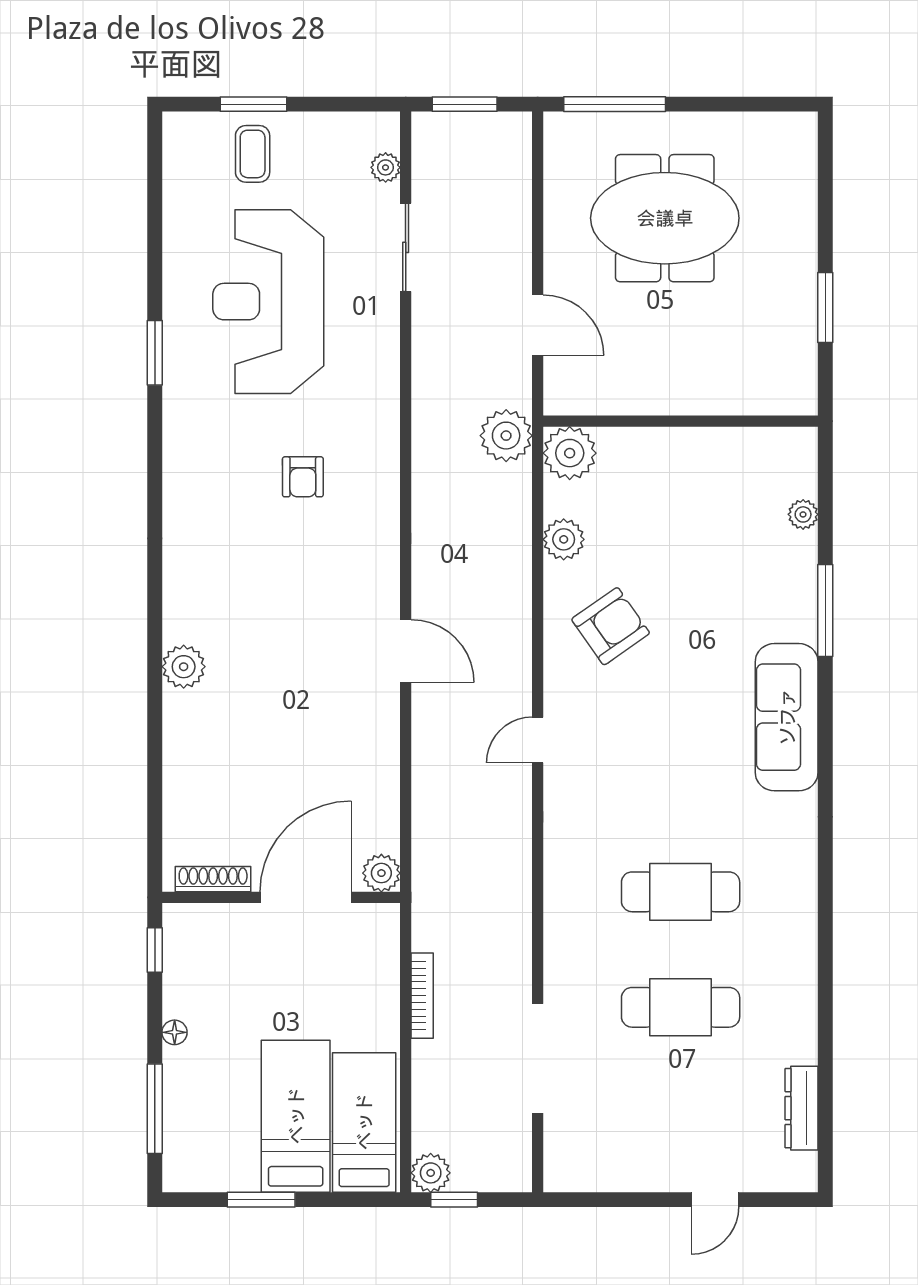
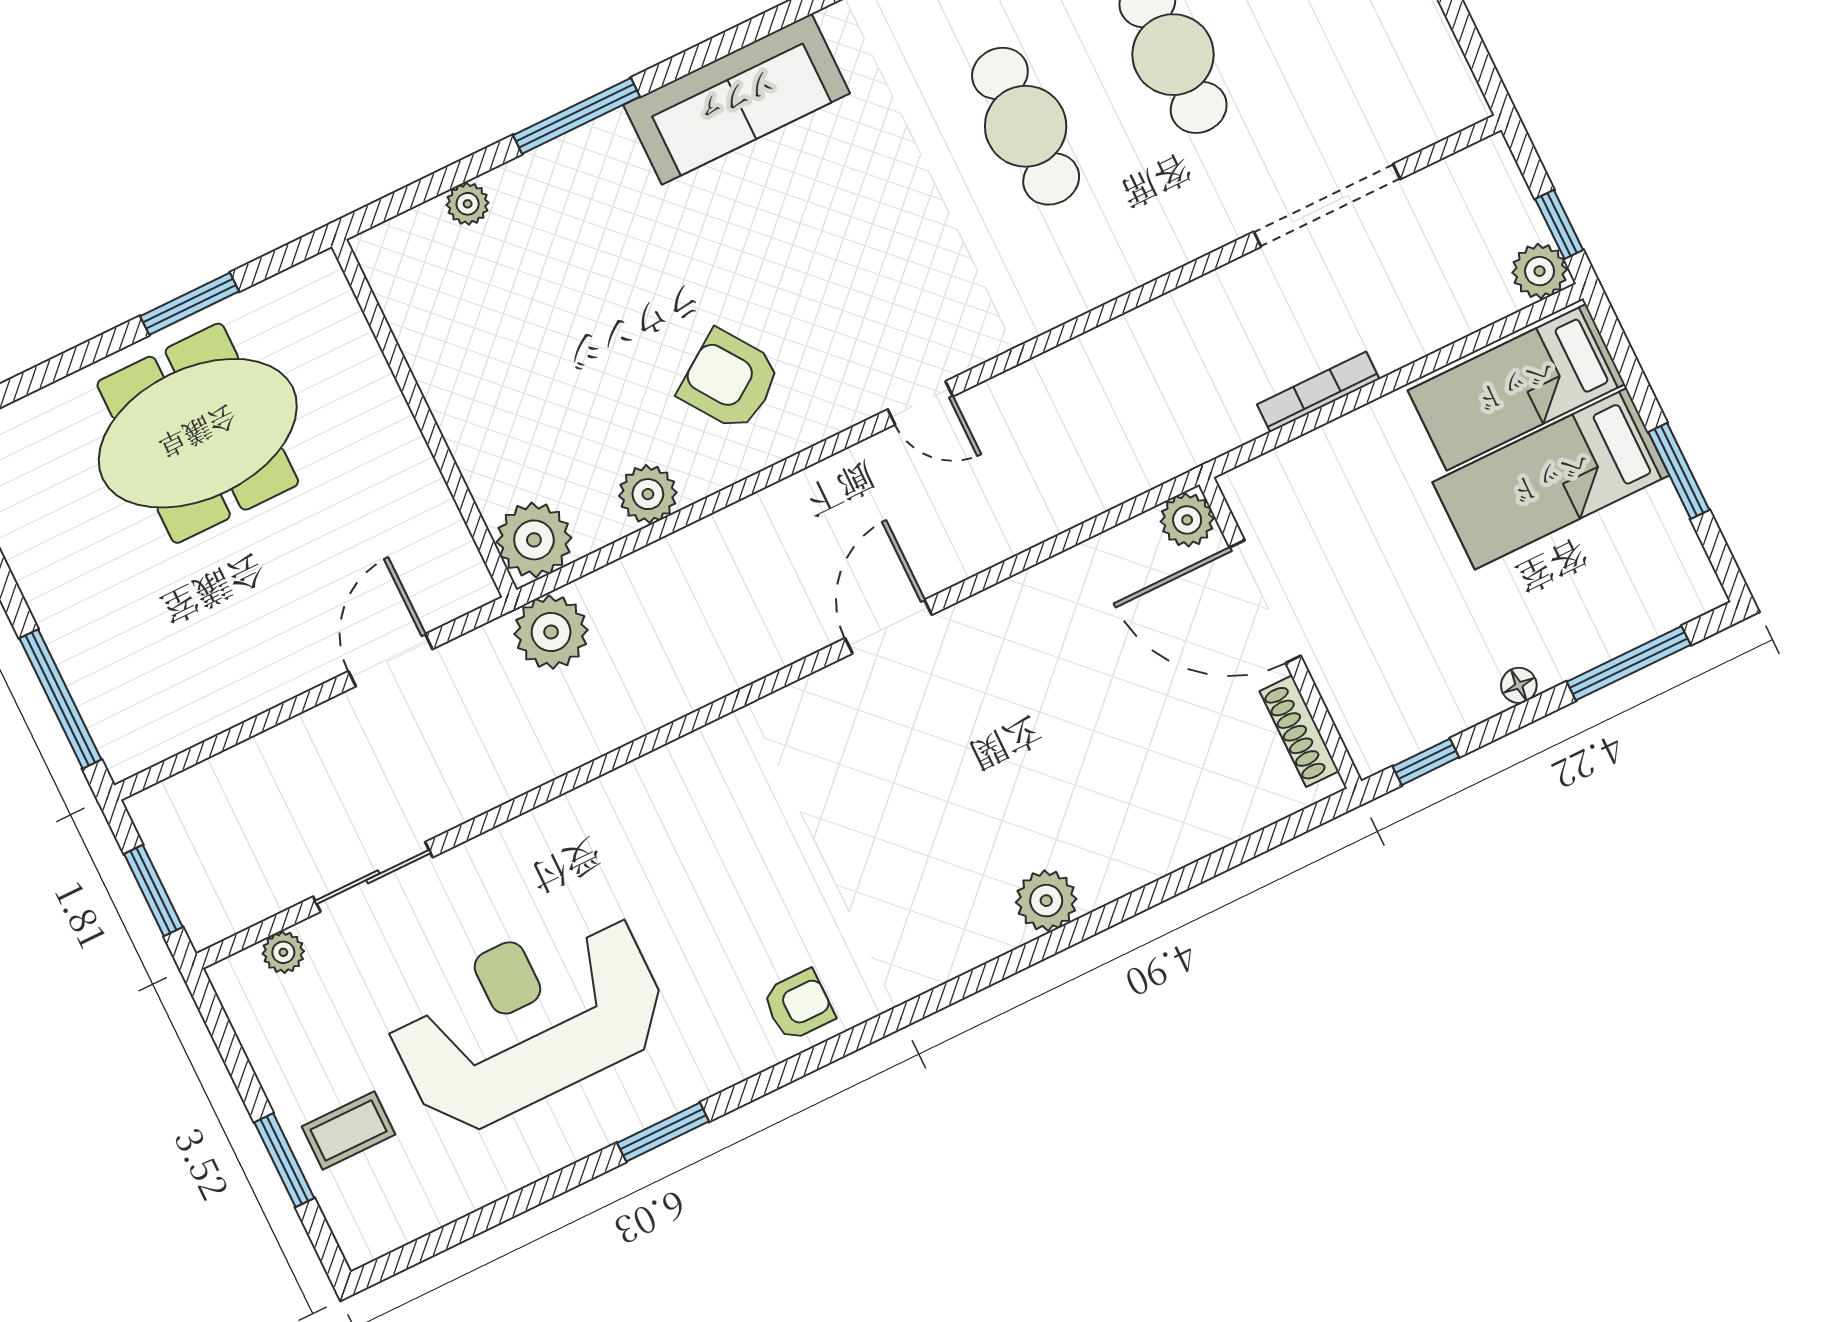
meeting table: (665, 218) -> (198, 433), moved, turned 90
reception desk: (268, 302) -> (527, 1019), turned 180
armchair: (303, 477) -> (799, 1005), moved

